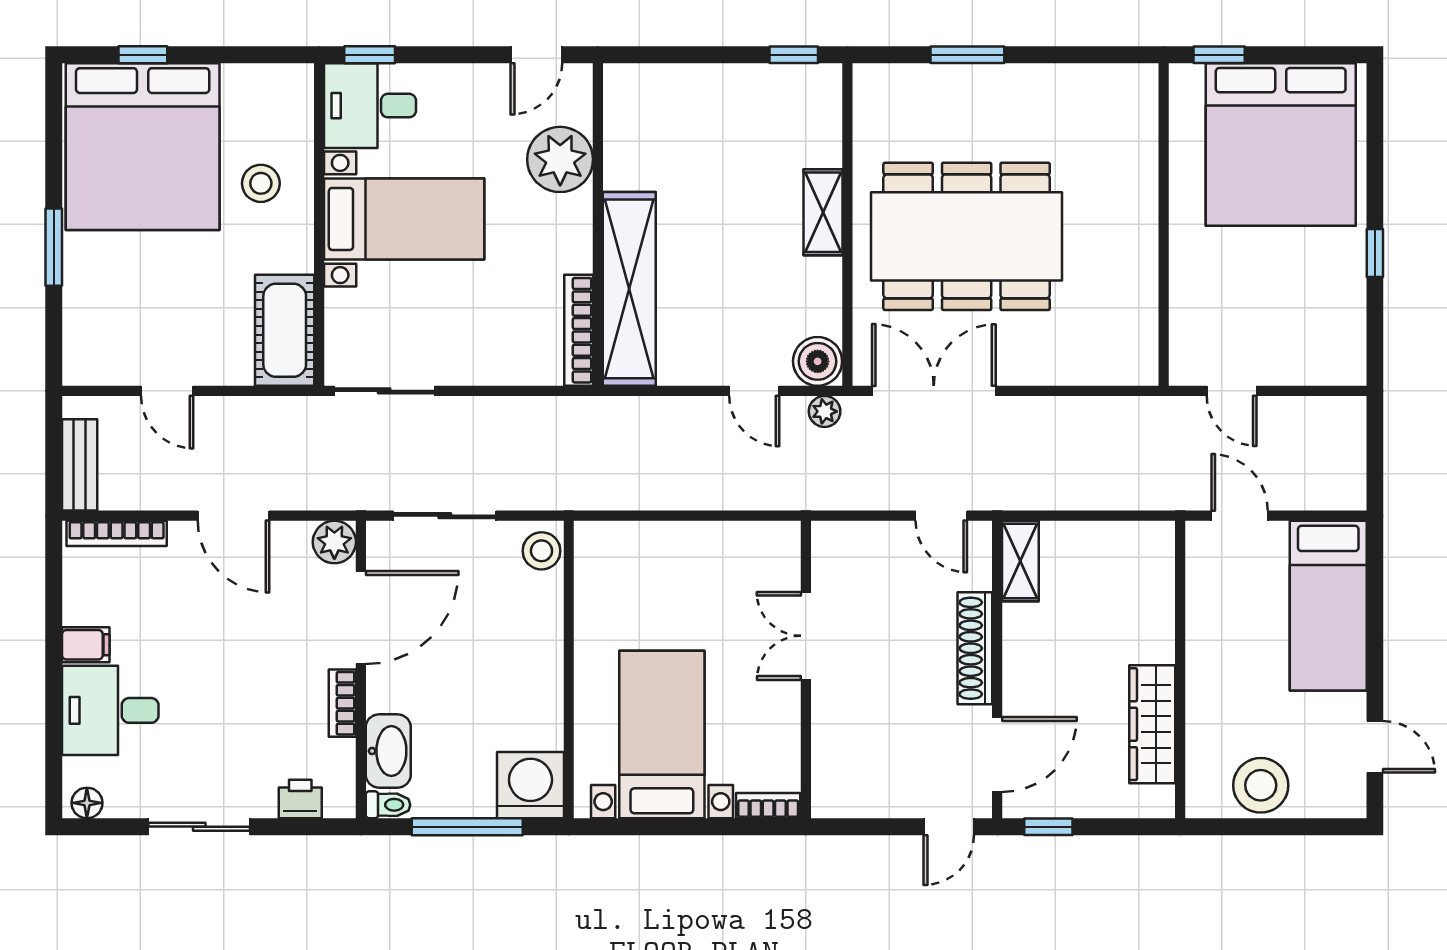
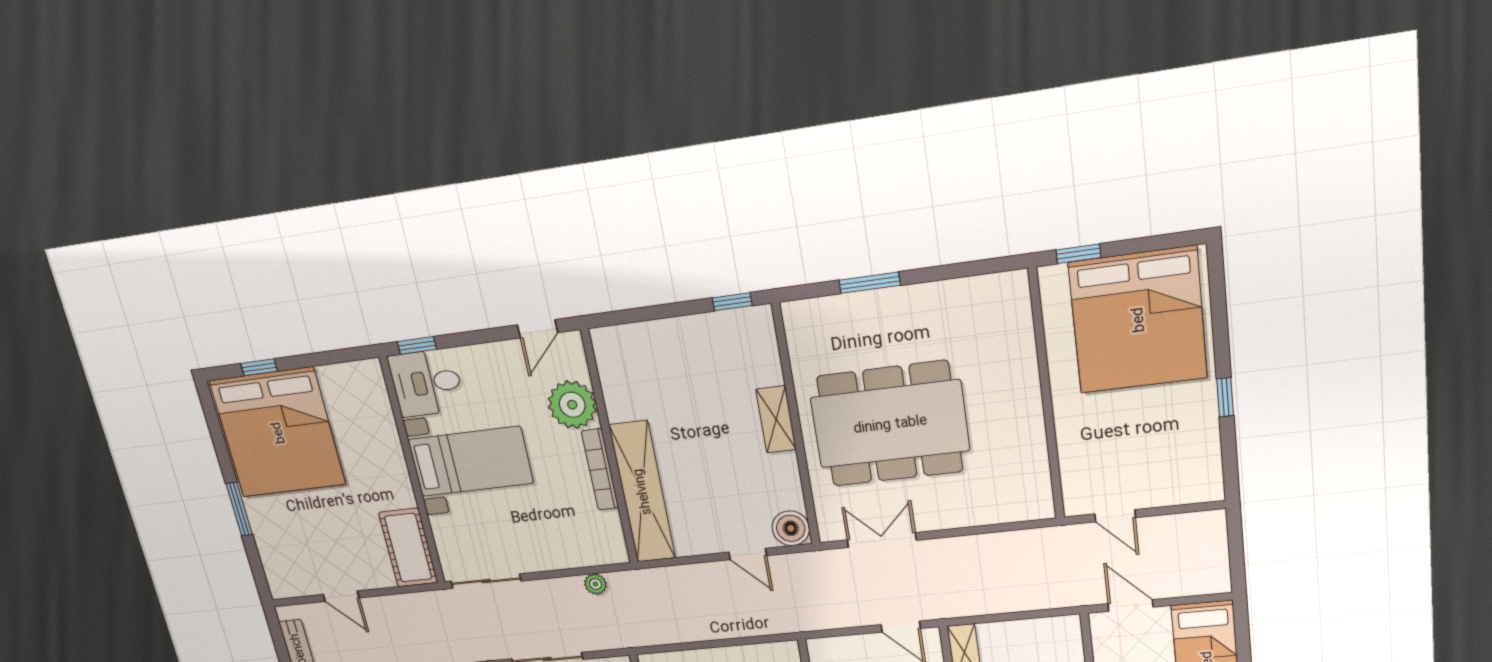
stool: (261, 183) -> (365, 448), removed
bookcase: (579, 330) -> (600, 469), moved
double door: (934, 391) -> (882, 540), width x0.73
plant: (825, 411) -> (595, 584), moved

